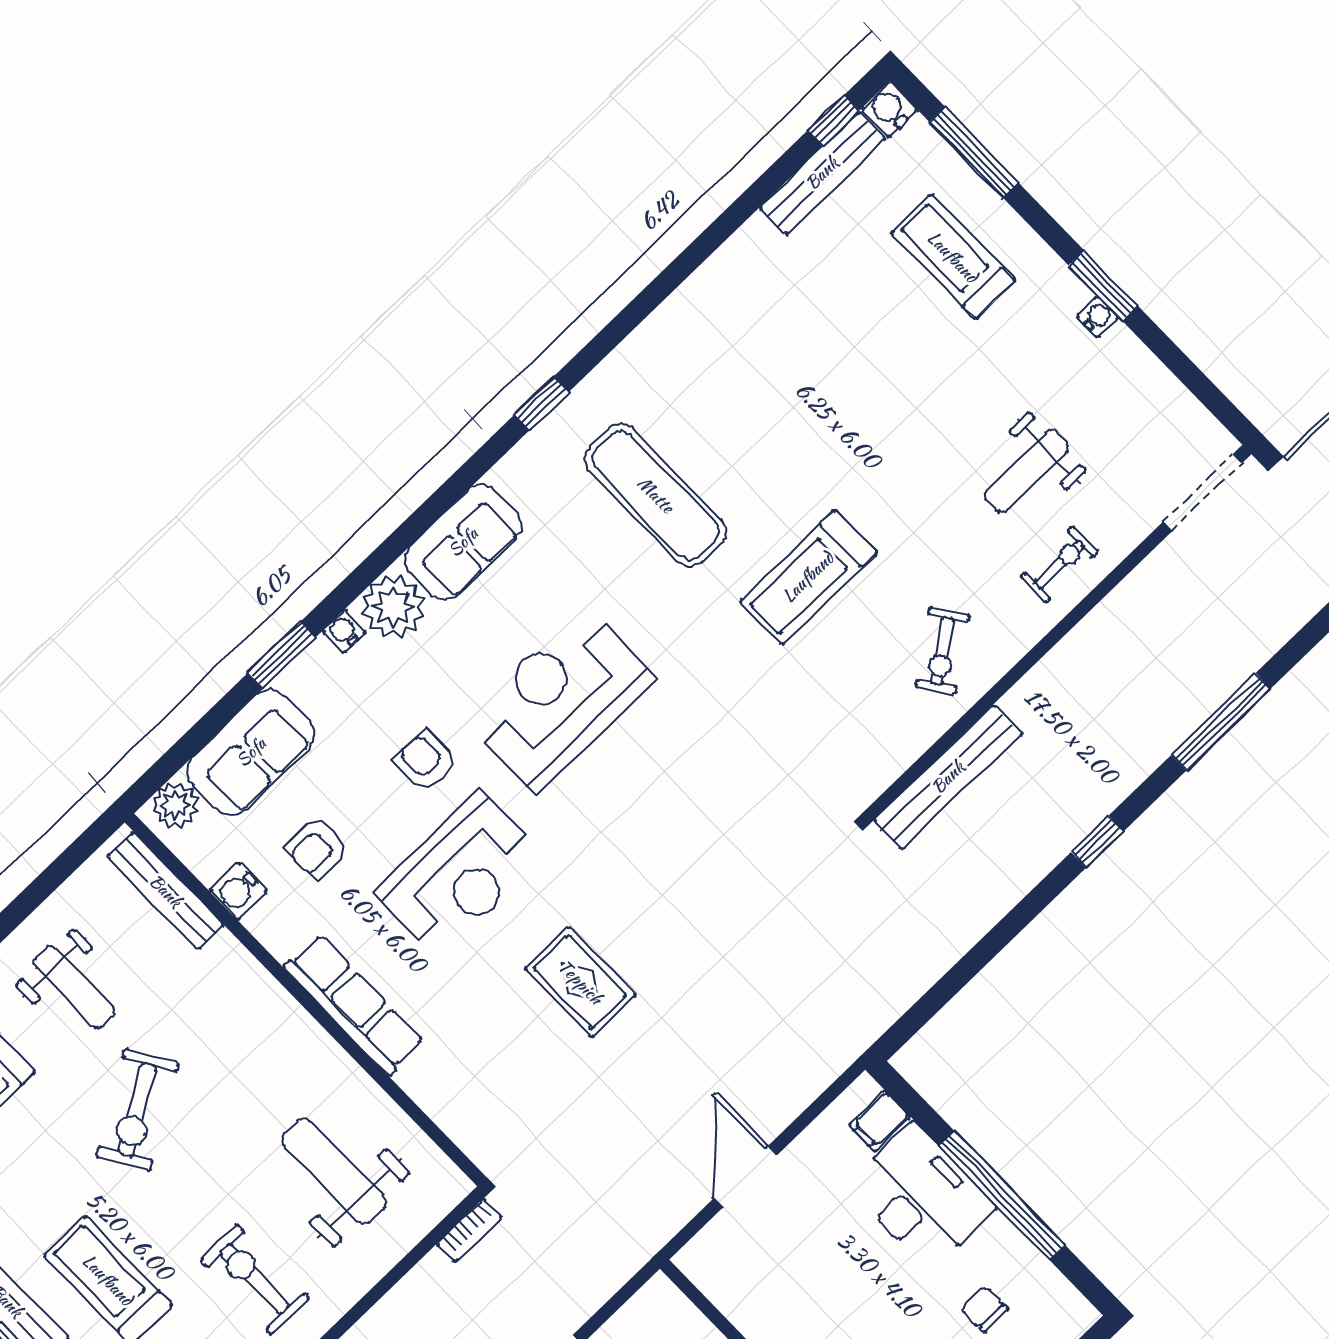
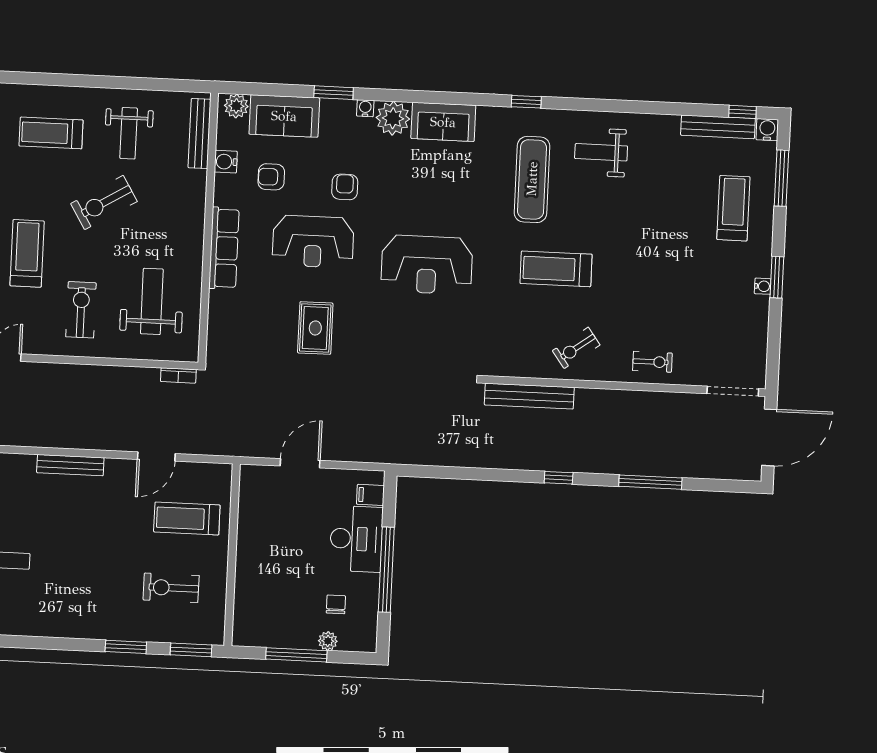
weight bench: (1027, 471) -> (601, 152), moved
reception desk: (560, 699) -> (427, 265), moved, turned 180

